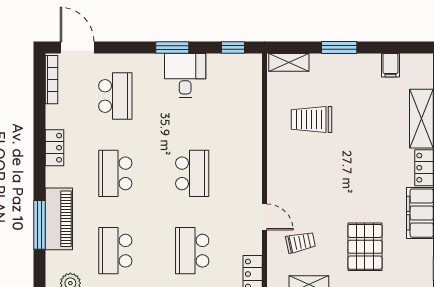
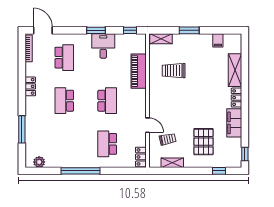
piano: (59, 219) -> (139, 71), moved, turned 180
school desk: (115, 251) -> (64, 144), removed

